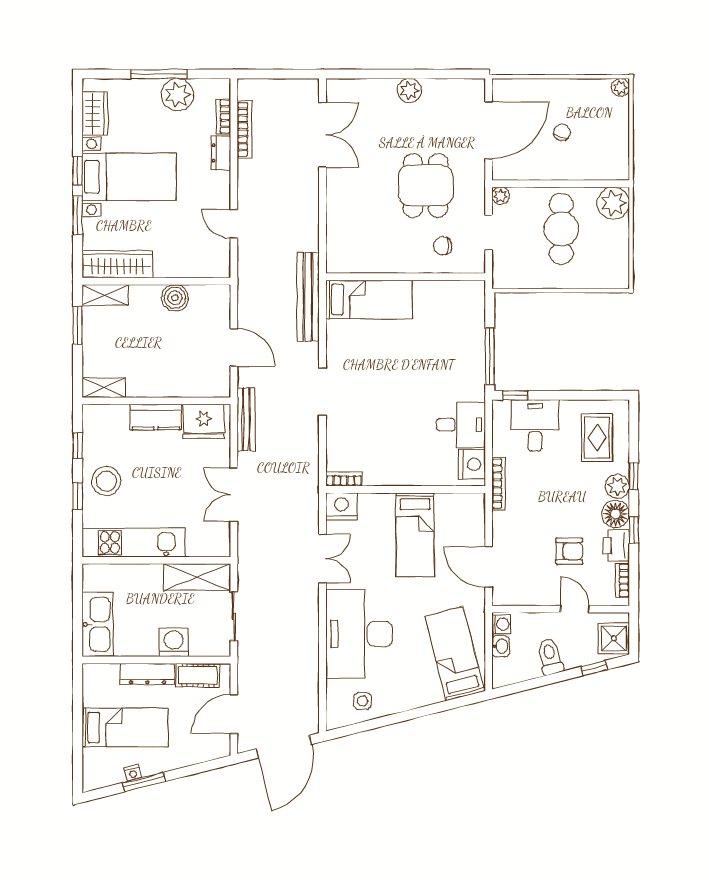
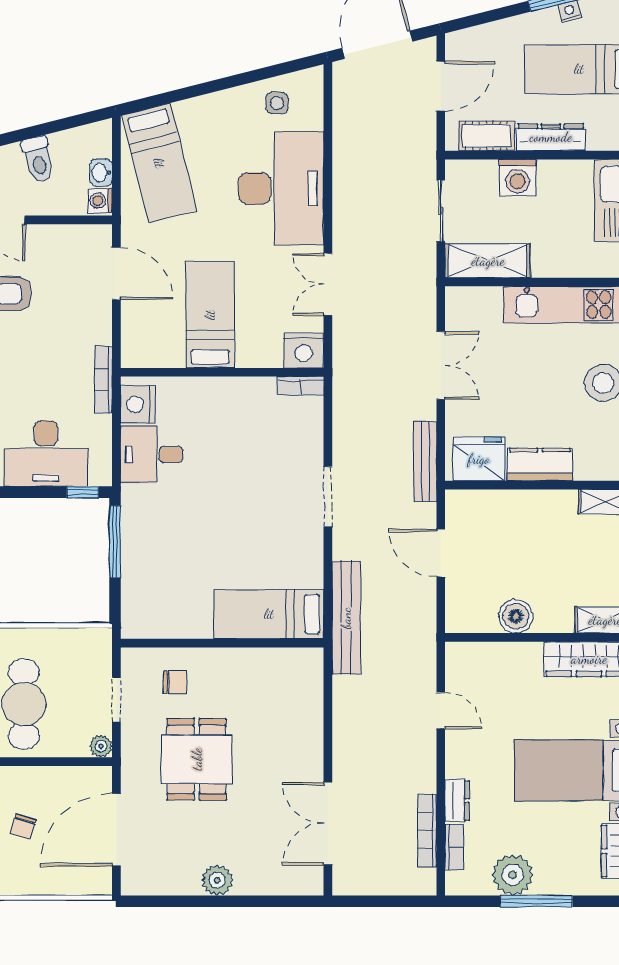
desk: (535, 426) -> (46, 454), width x1.37

